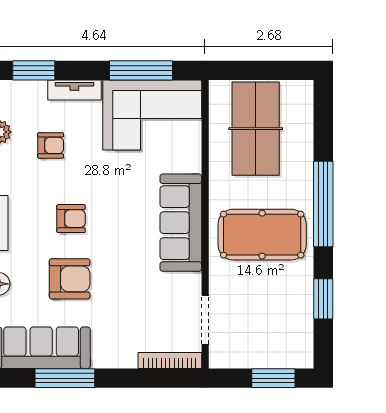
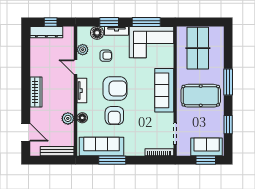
window: (34, 70) -> (109, 22), moved
floor lamp: (31, 95) -> (97, 33), added
window: (323, 204) -> (228, 82), width x0.68
armchair: (71, 219) -> (115, 89), width x1.88, depth x1.88
armchair: (70, 279) -> (114, 116), turned 90
sofa: (275, 349) -> (207, 147), added

